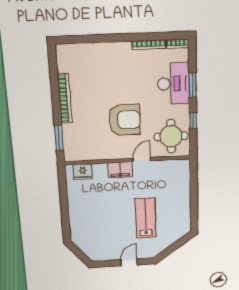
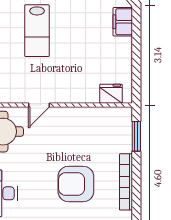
armchair: (125, 120) -> (76, 184), moved
filing cabinet: (120, 170) -> (123, 22), moved, turned -90

